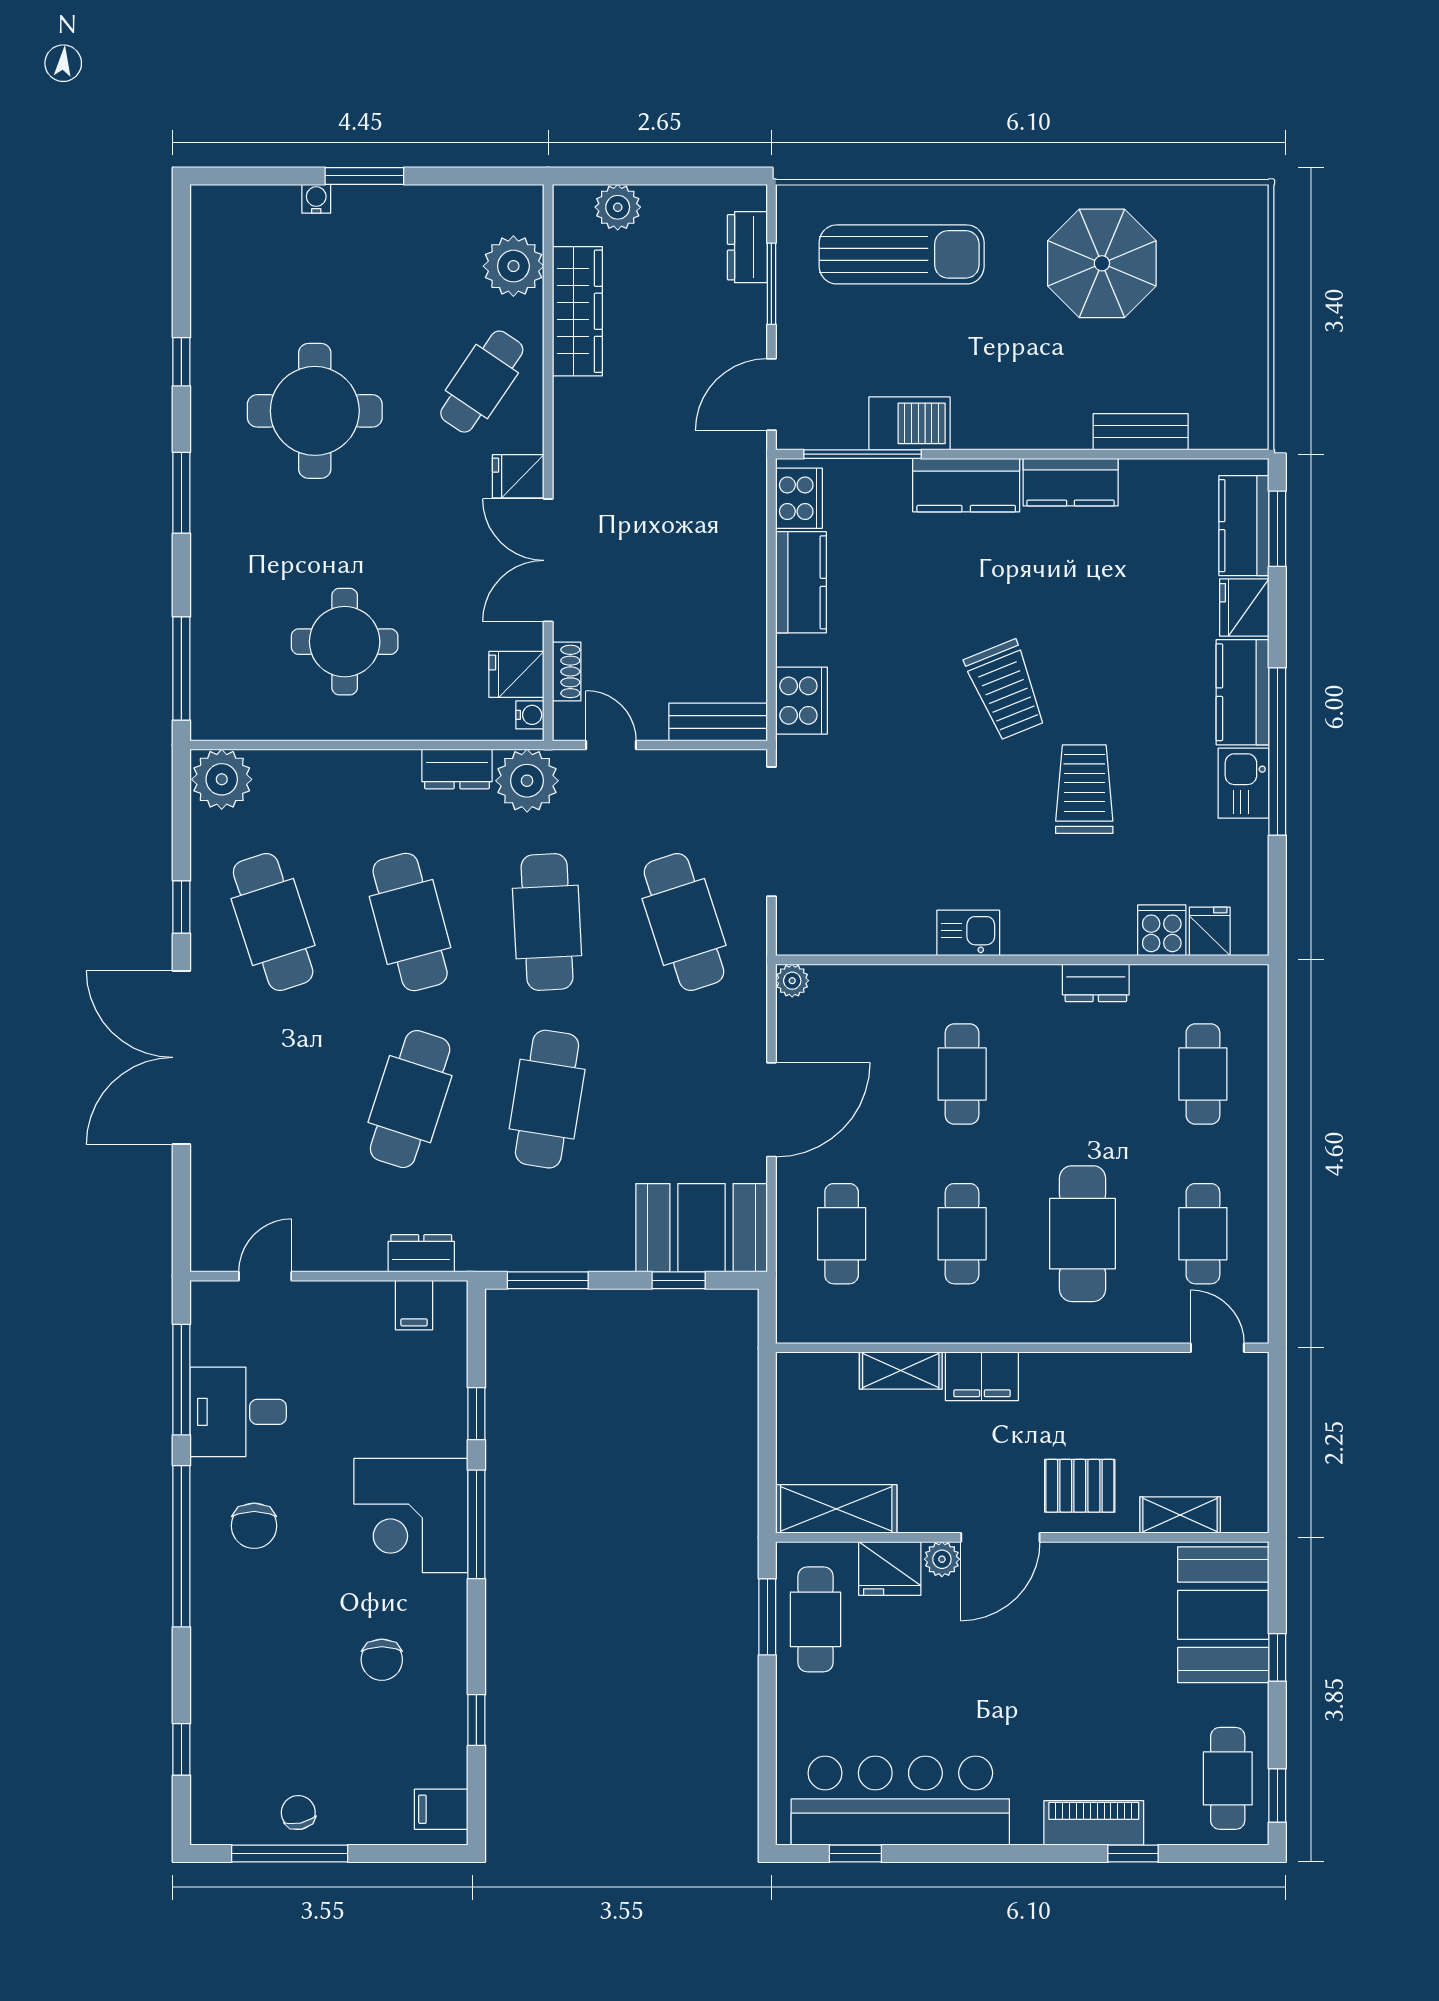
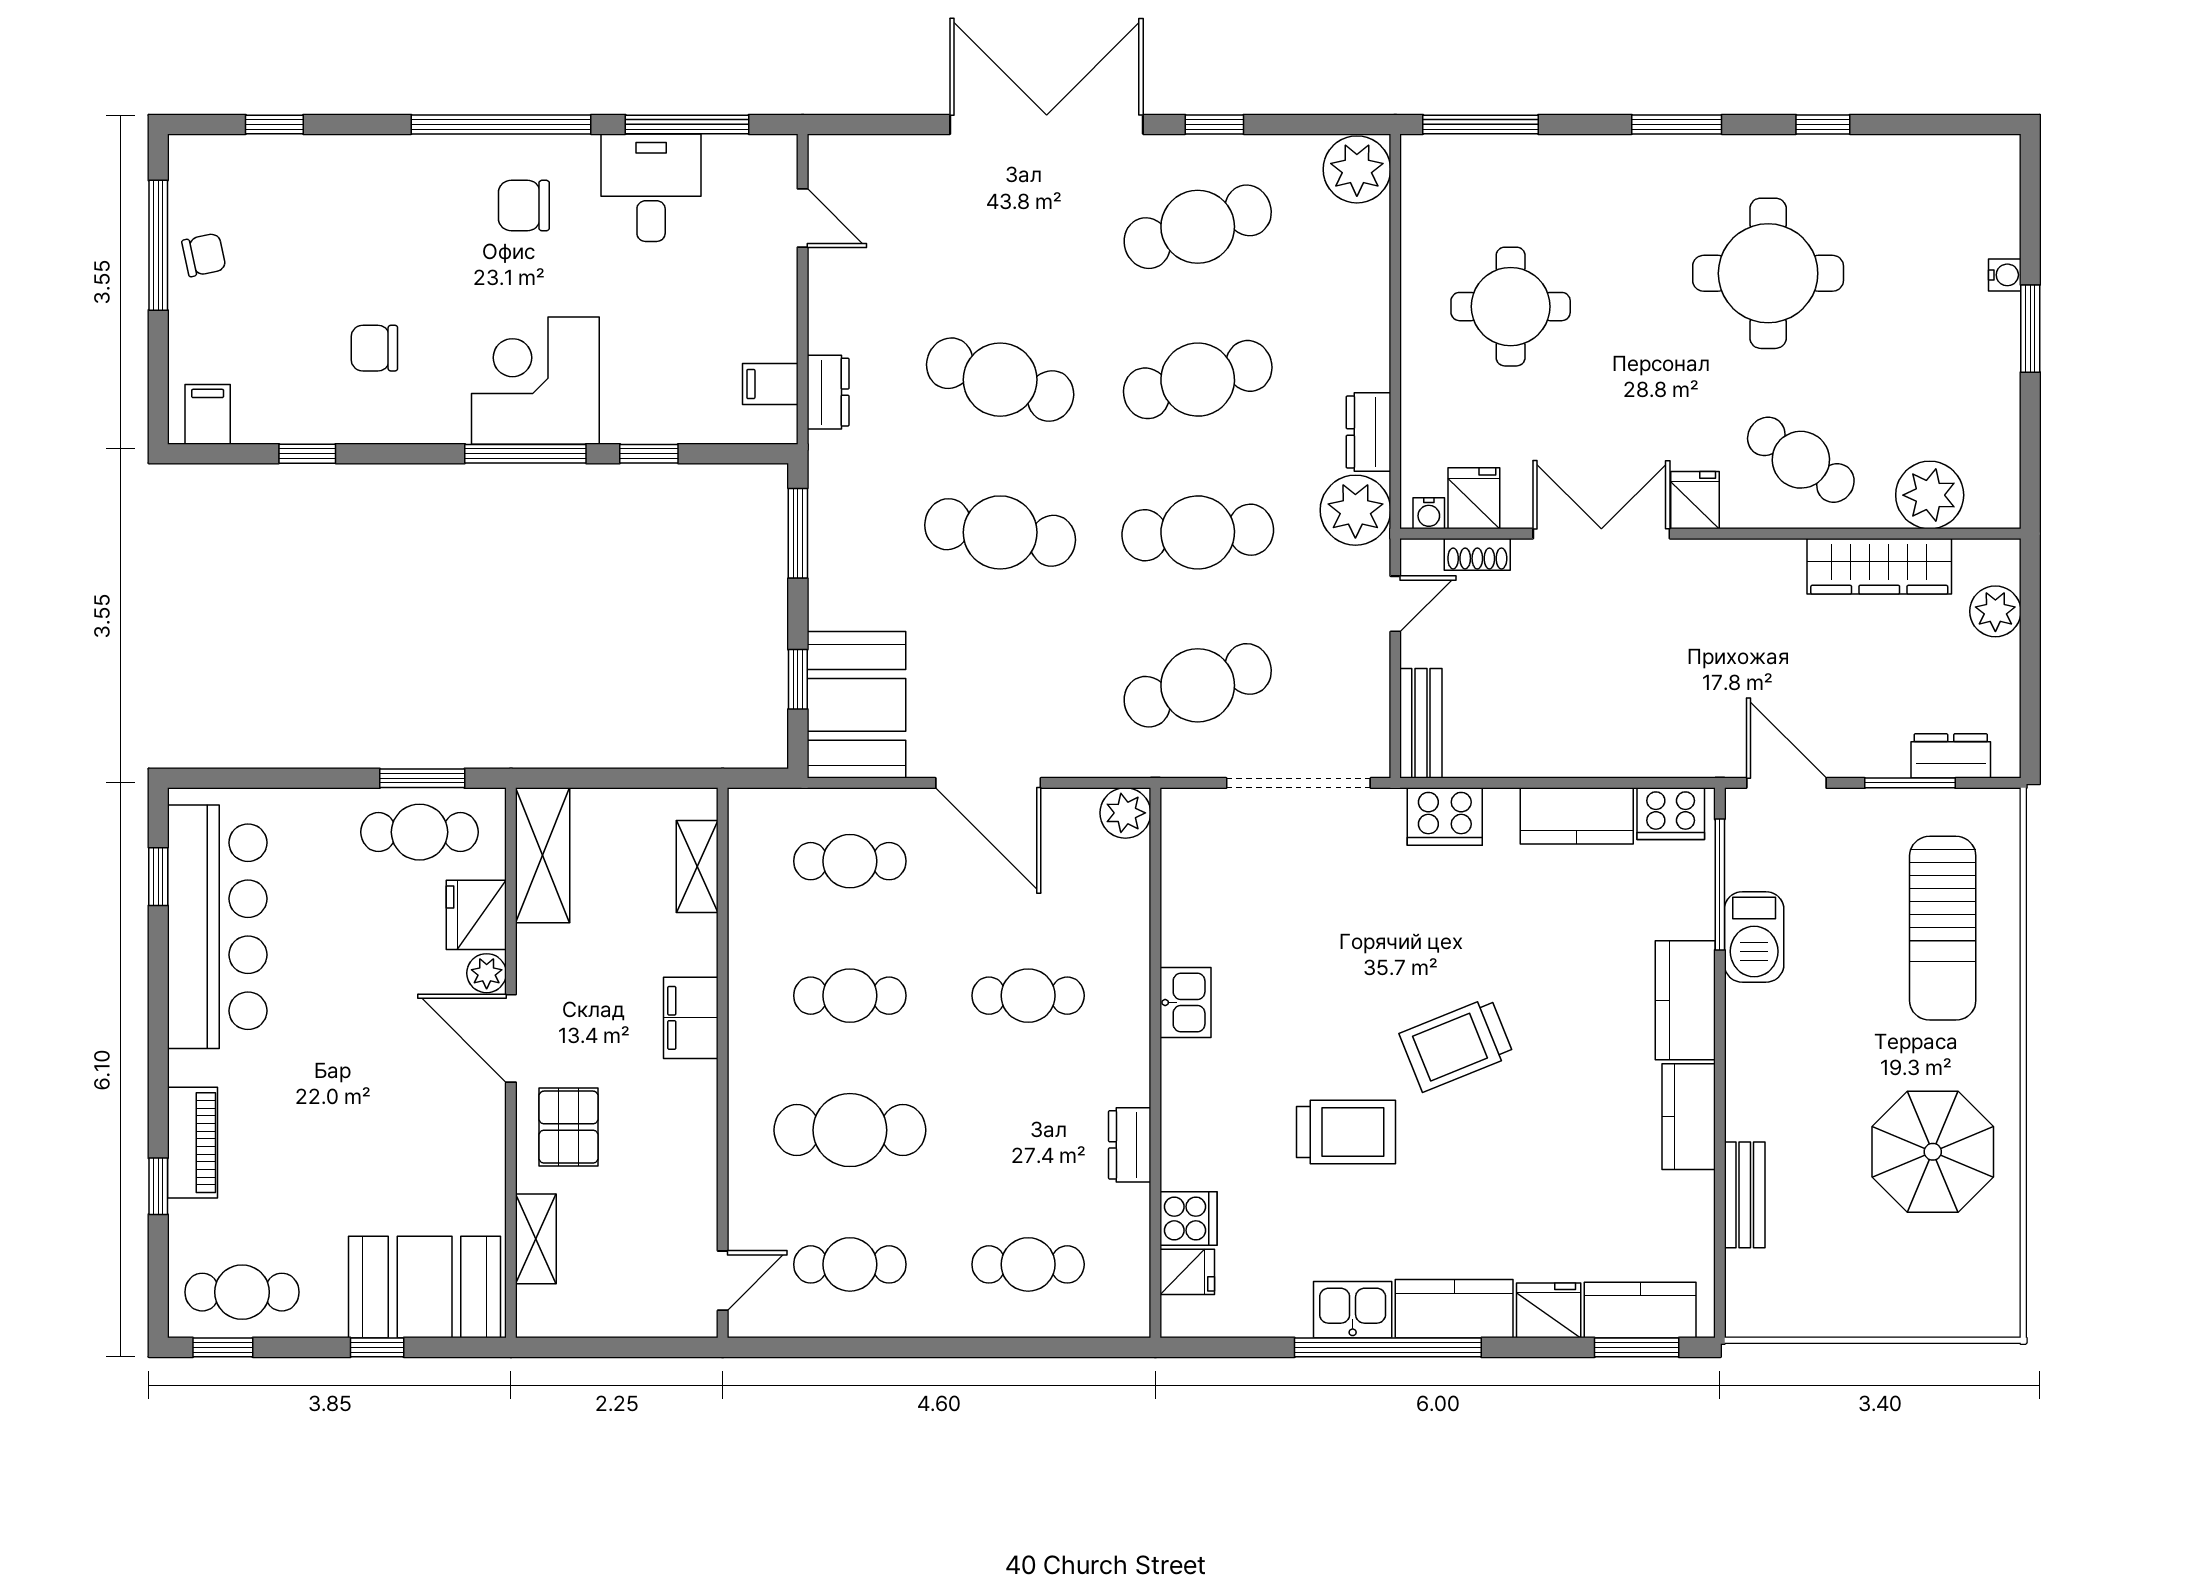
plant: (792, 981) -> (1125, 813), width x1.38, depth x1.38
shelving: (901, 1371) -> (697, 866), moved

